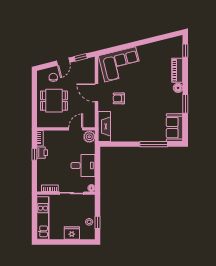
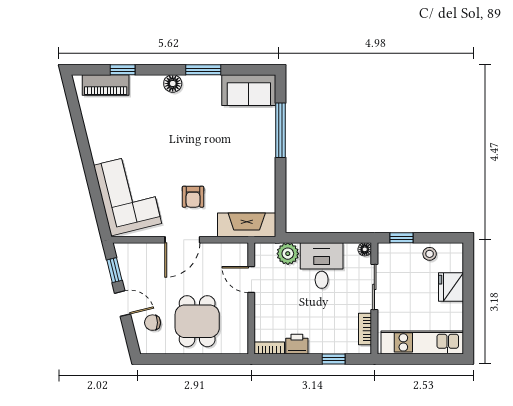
window: (185, 51) -> (123, 70), moved
piano: (177, 70) -> (106, 85), moved
plant: (89, 137) -> (288, 254), moved
window: (34, 154) -> (334, 359), moved
window: (98, 222) -> (401, 238), moved

